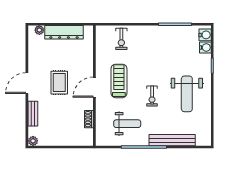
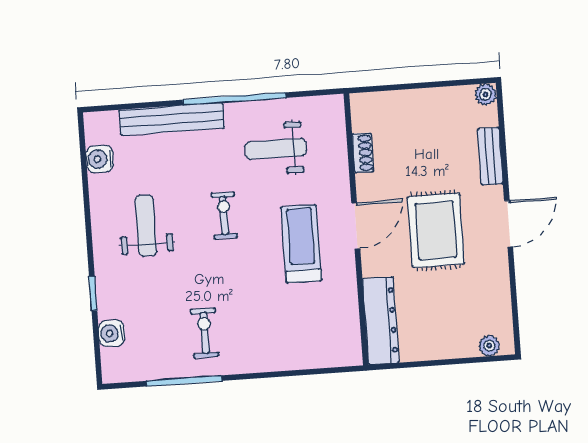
dresser: (64, 32) -> (381, 321), moved, turned 90
water cooler: (205, 35) -> (100, 159), moved
exercise bike: (121, 39) -> (204, 333), moved
treadmill: (119, 81) -> (301, 244), turned 180
rug: (59, 83) -> (436, 230), width x1.36, depth x1.43
weight bench: (187, 94) -> (146, 226), width x0.73, depth x0.75

